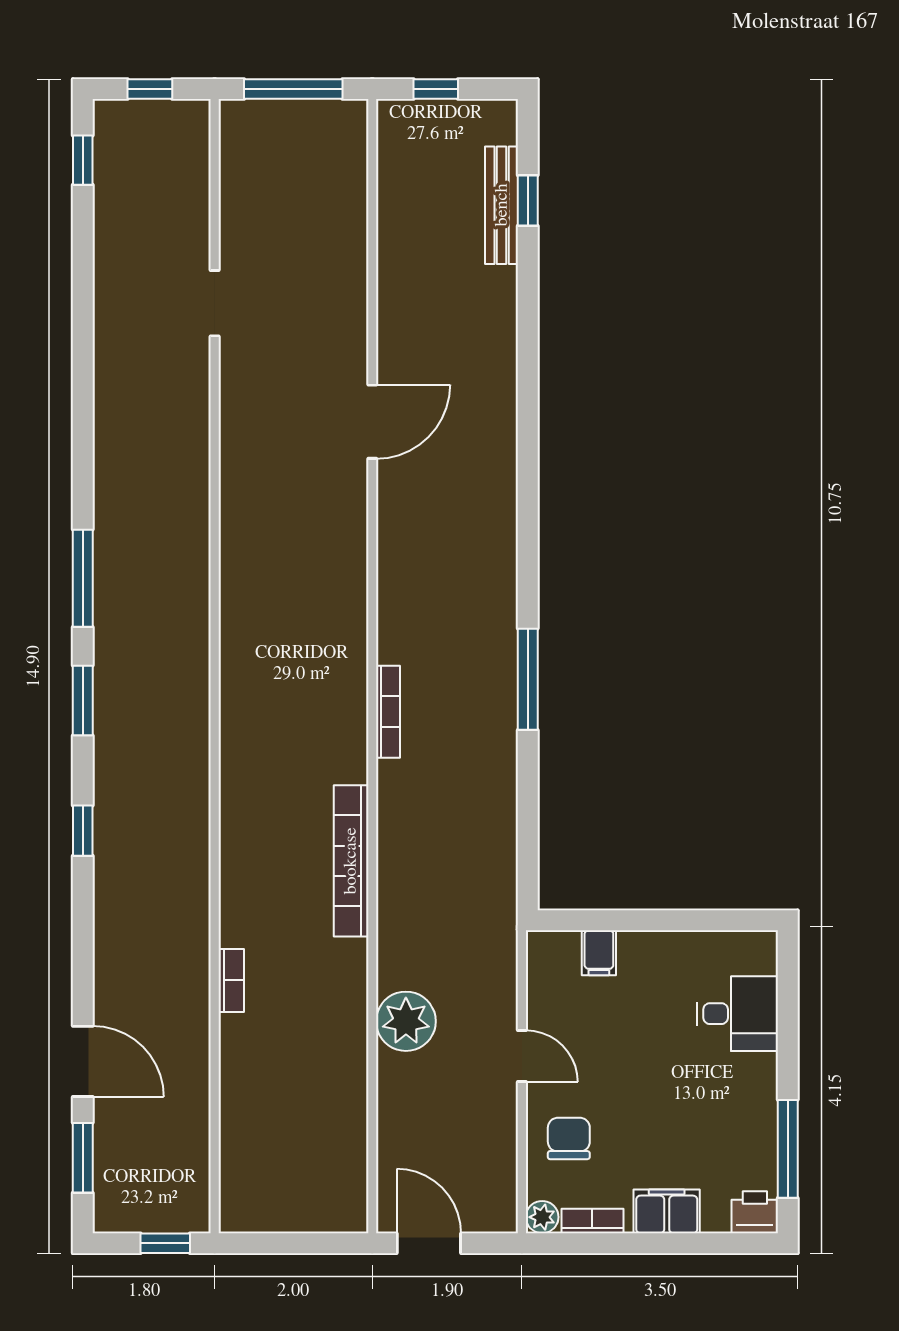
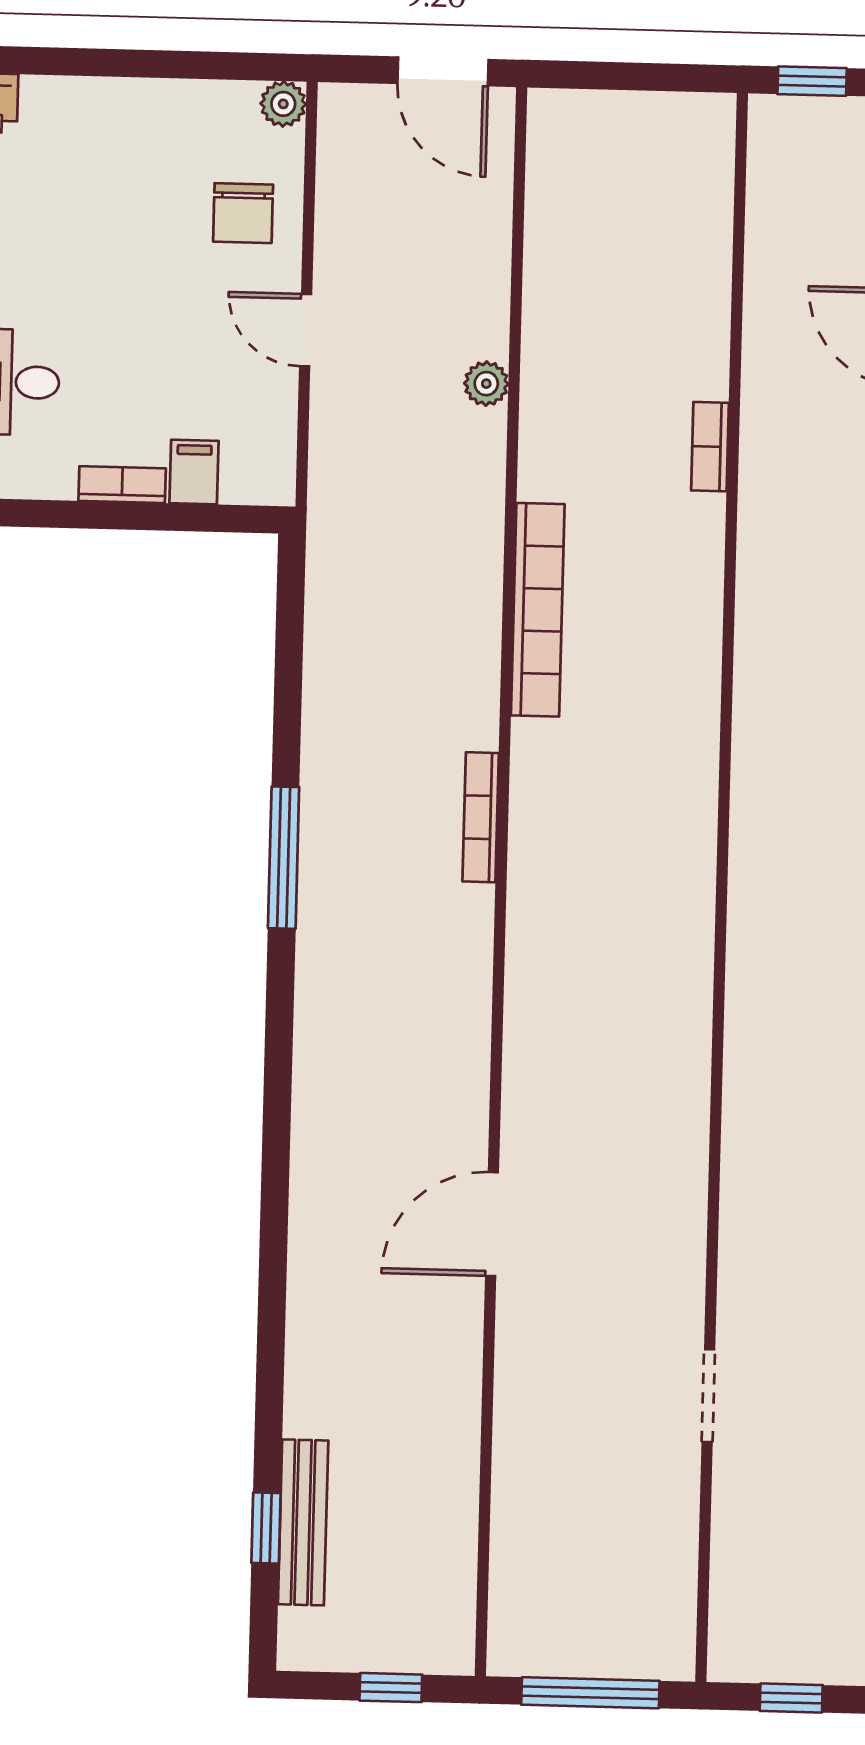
plant: (406, 1021) -> (486, 384), width x0.53, depth x0.53
filing cabinet: (667, 1211) -> (109, 107), removed
bookcase: (592, 1221) -> (122, 485), moved, turned 180

